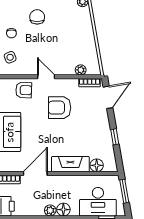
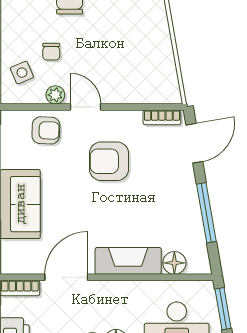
chair: (11, 33) -> (51, 52), moved
plant: (81, 70) -> (55, 95), moved
window: (115, 137) -> (206, 213), width x2.17

